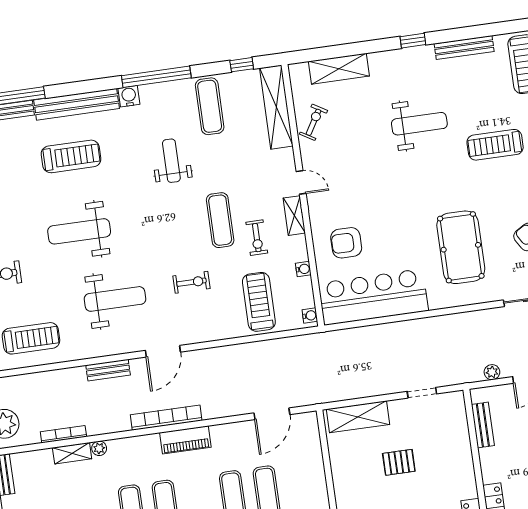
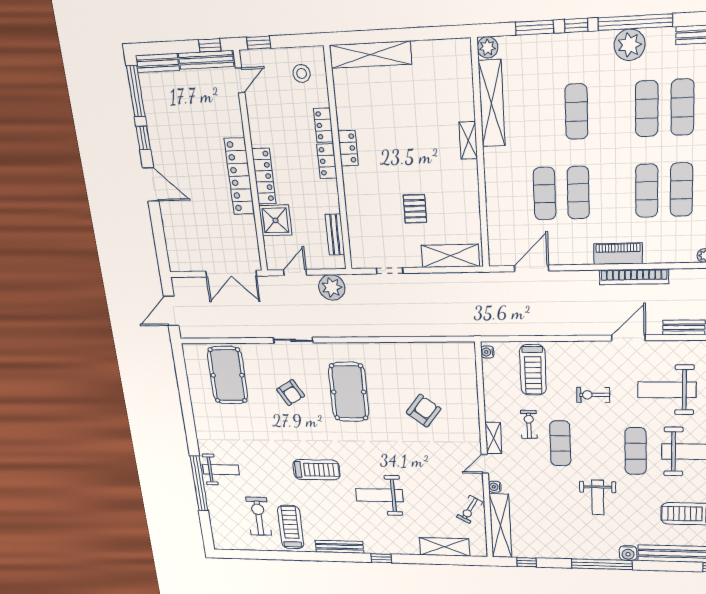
exercise mat: (210, 106) -> (636, 451), moved
door: (301, 182) -> (485, 464), hinge flipped
armchair: (346, 243) -> (424, 411), moved, turned -52
water cooler: (303, 269) -> (495, 487), moved
bar counter: (373, 297) -> (428, 360), removed
plant: (492, 372) -> (332, 287), width x1.87, depth x1.87
pallet: (399, 462) -> (415, 209), turned 90

